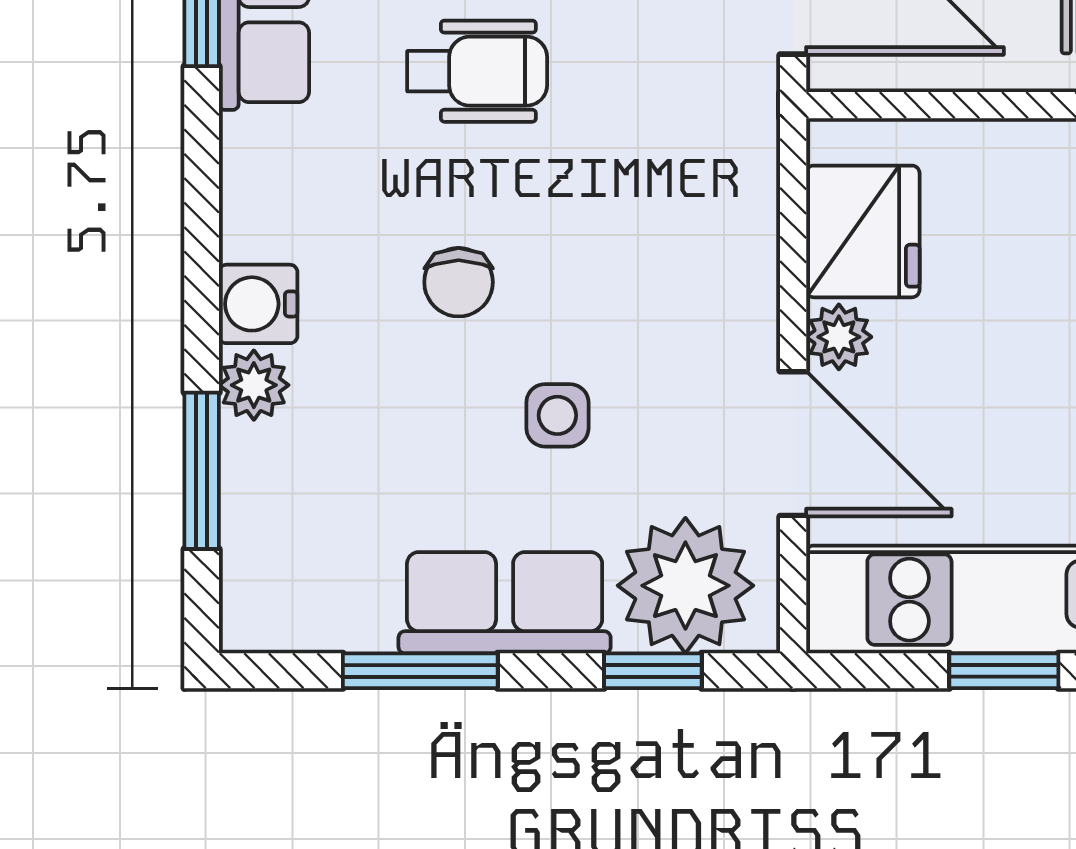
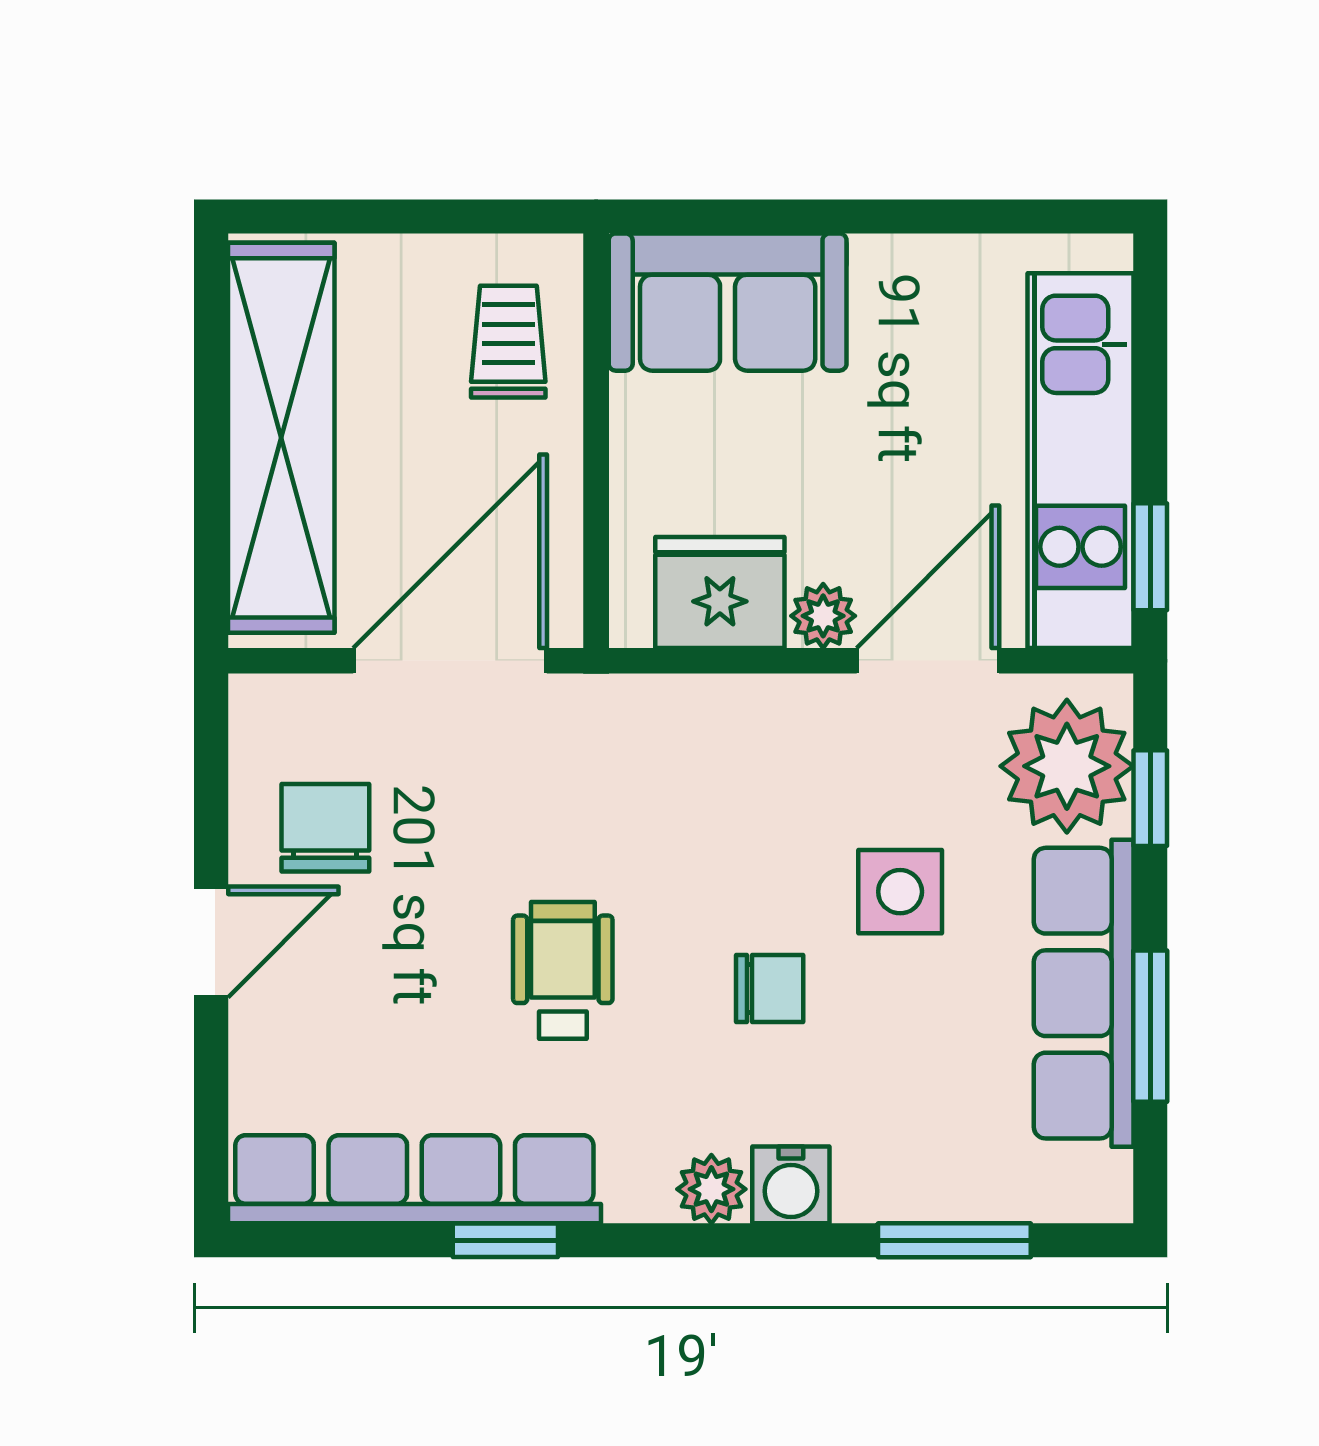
plant: (254, 385) -> (711, 1189), moved
side table: (557, 415) -> (900, 892), width x1.37, depth x1.37
row of seats: (505, 603) -> (1084, 993), width x1.48
window: (1004, 671) -> (1150, 557), moved

